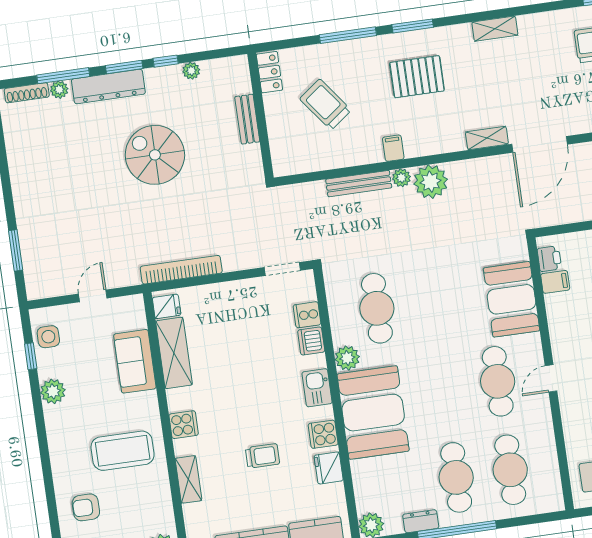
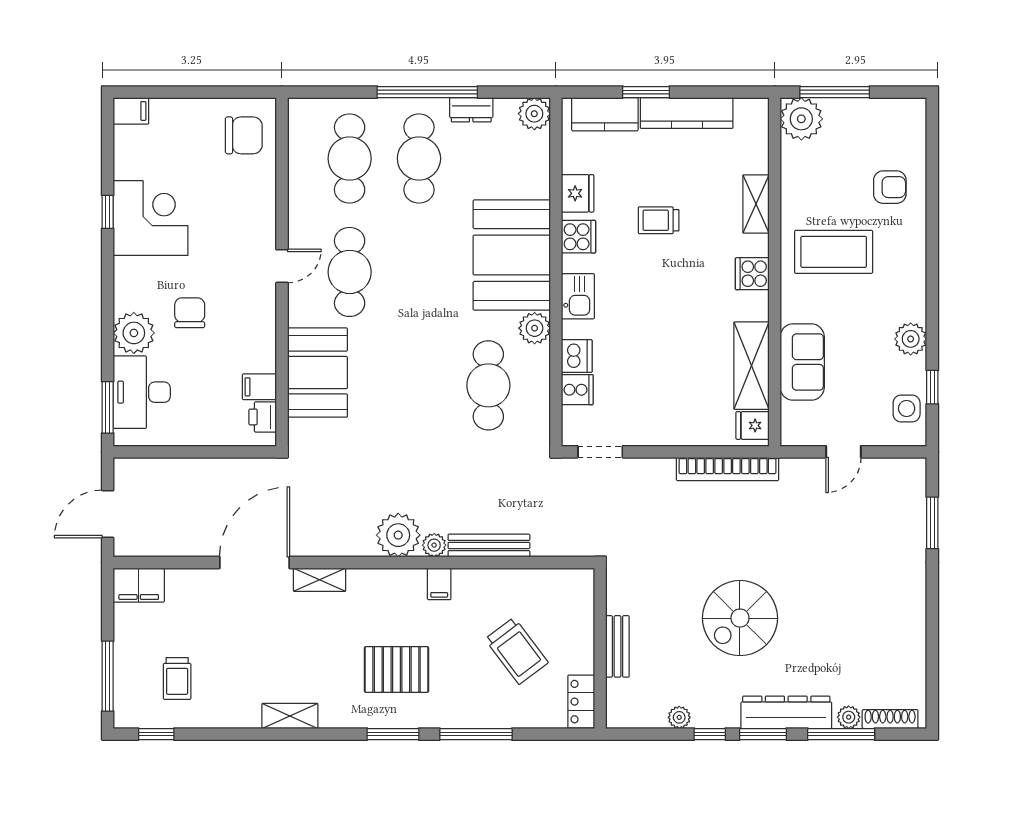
spiral stairs: (155, 155) -> (740, 618), turned 90

